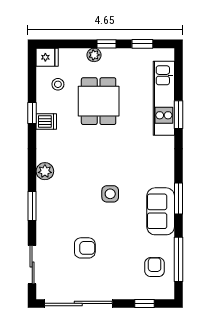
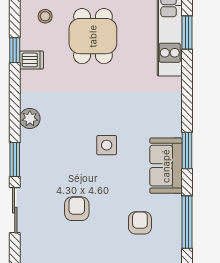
window: (178, 115) -> (187, 32), moved
armchair: (85, 248) -> (77, 209), turned -90
sliding door: (32, 265) -> (15, 210), moved
armchair: (155, 267) -> (140, 223), moved

